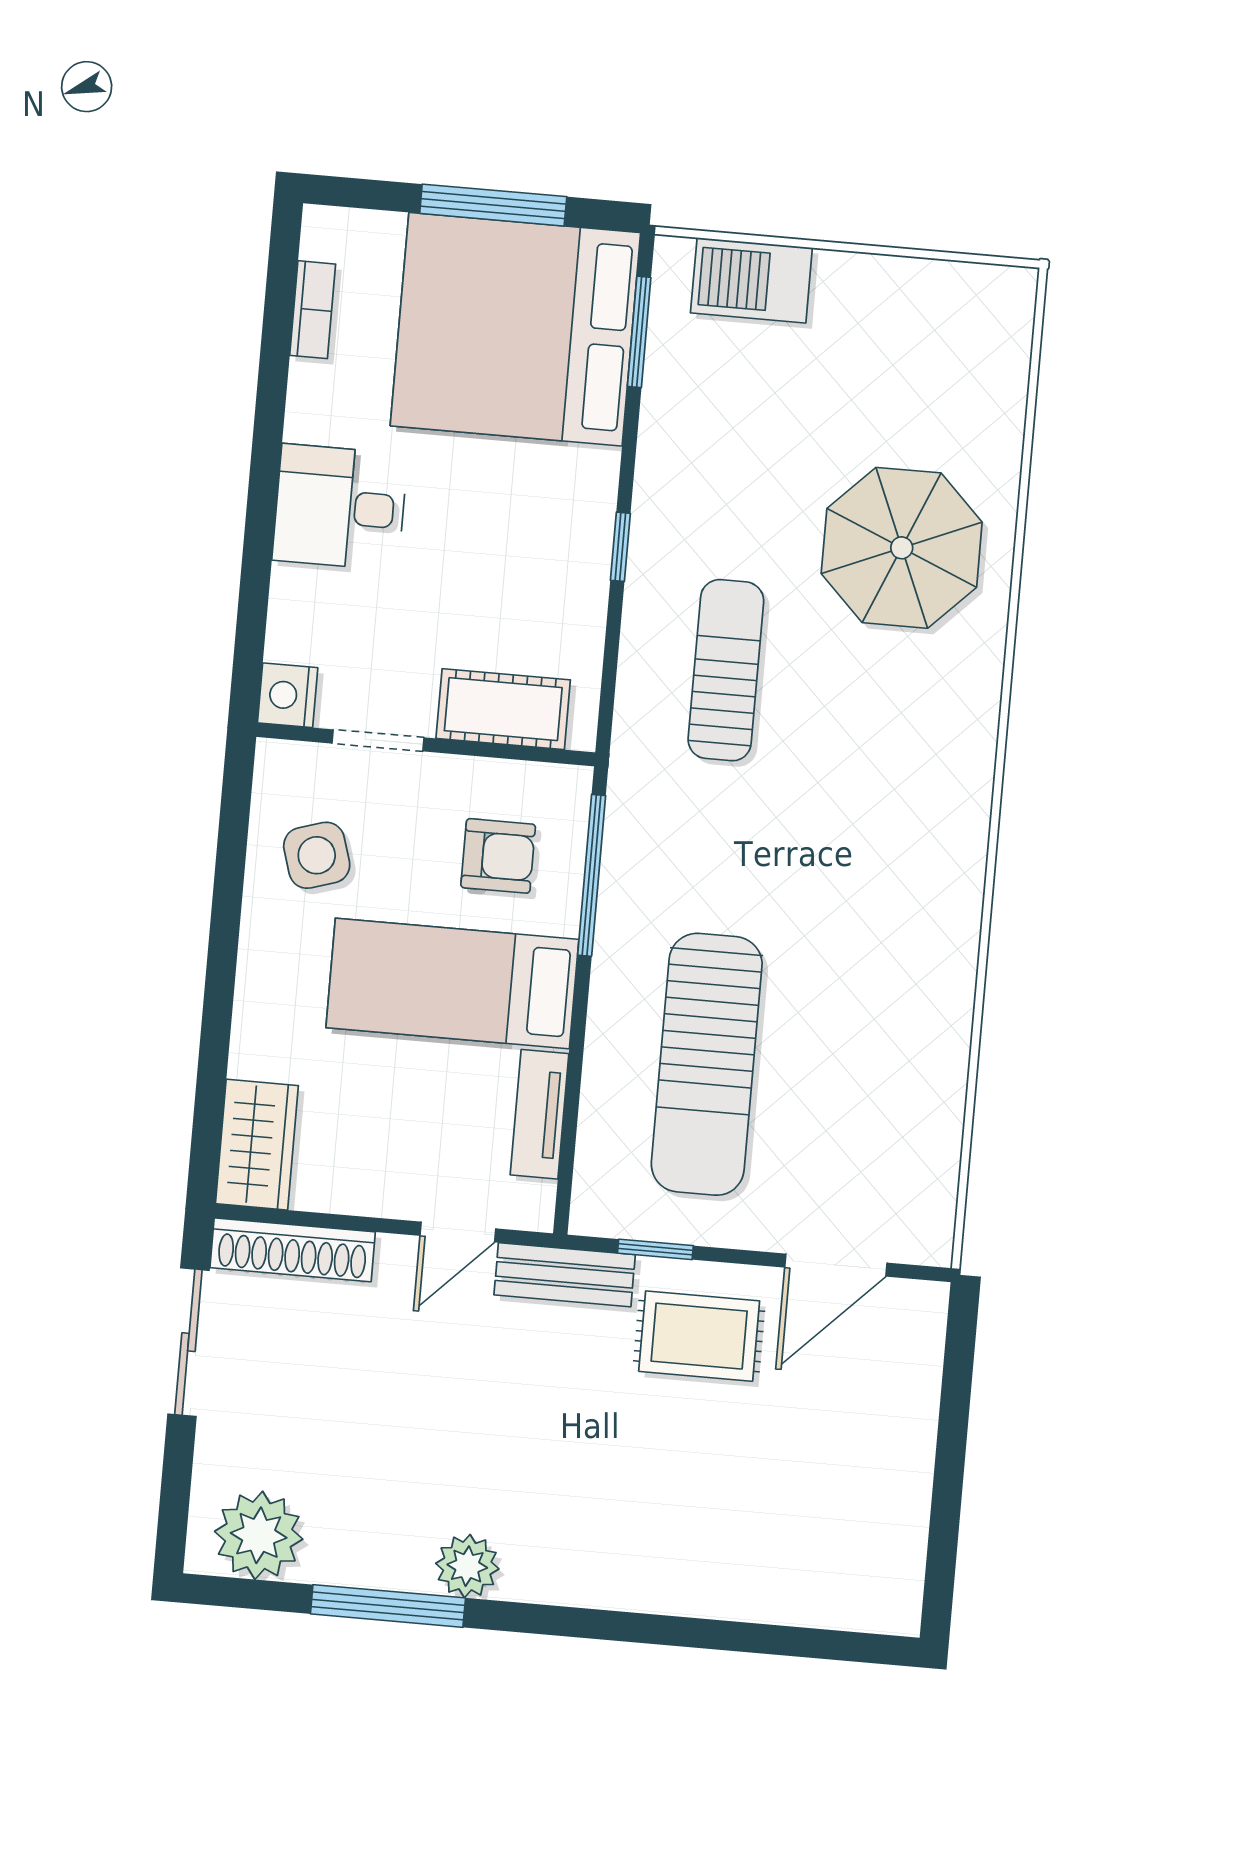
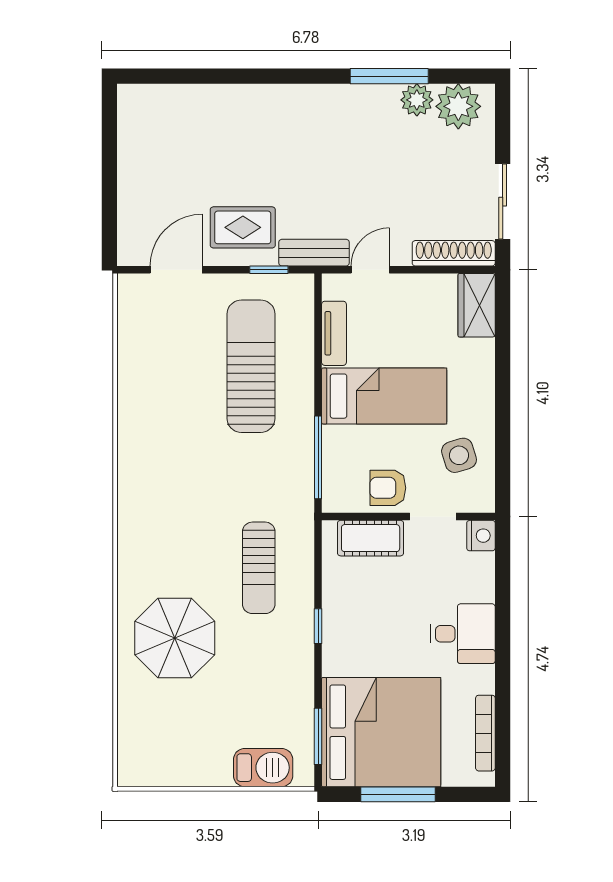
bookcase: (313, 310) -> (485, 733), width x1.56
armchair: (498, 856) -> (388, 488), moved
plant: (467, 1566) -> (417, 100), moved

